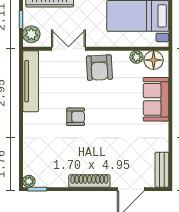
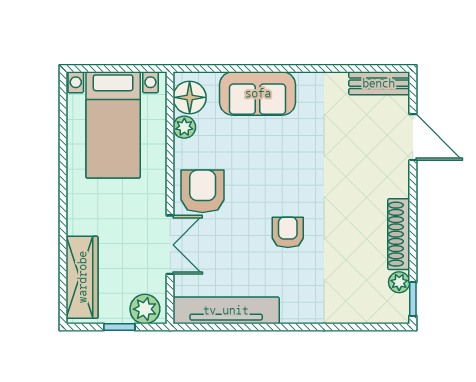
double door: (68, 49) -> (170, 245), swing flipped
armchair: (99, 68) -> (203, 191), turned -87
plant: (29, 181) -> (399, 282), moved
shoe rack: (89, 181) -> (399, 234), moved

